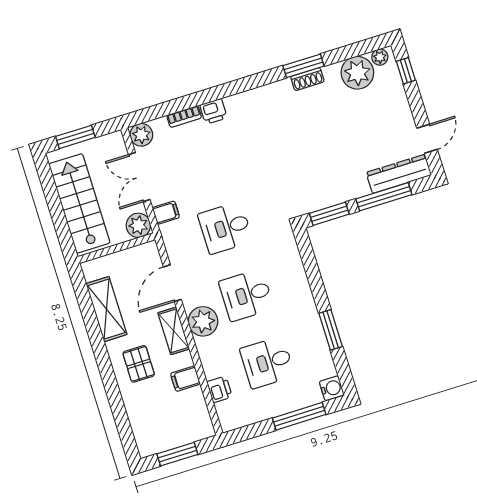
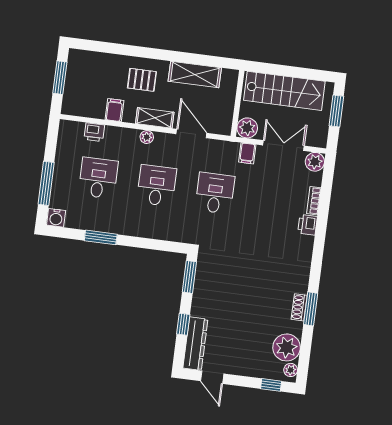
window: (384, 197) -> (183, 324), width x0.46
plant: (203, 321) -> (147, 137), width x0.53, depth x0.53

